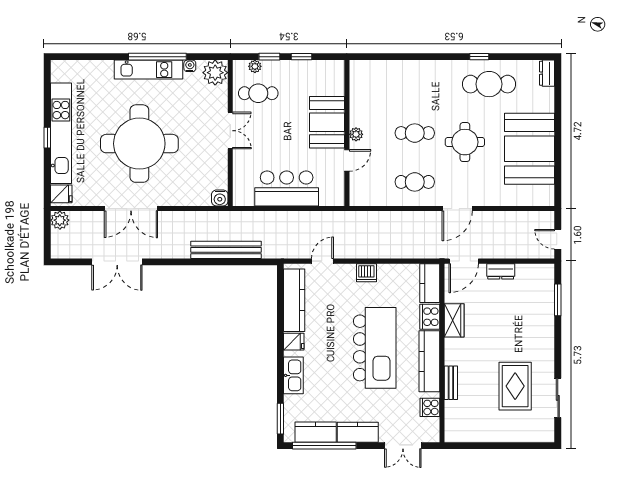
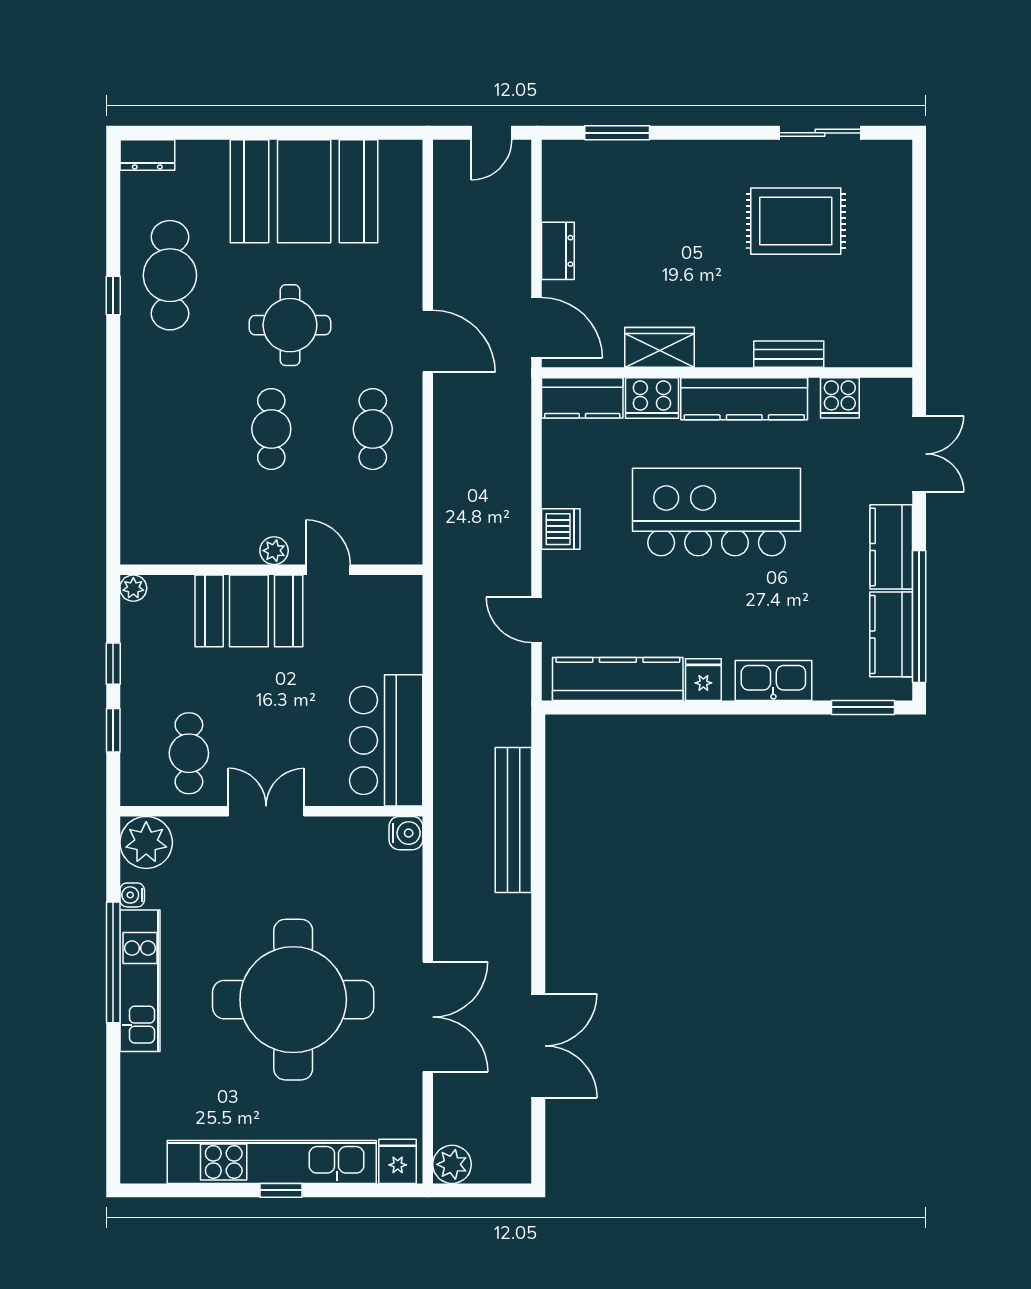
plant: (255, 66) -> (133, 588), moved
bar counter: (287, 188) -> (386, 740), moved

